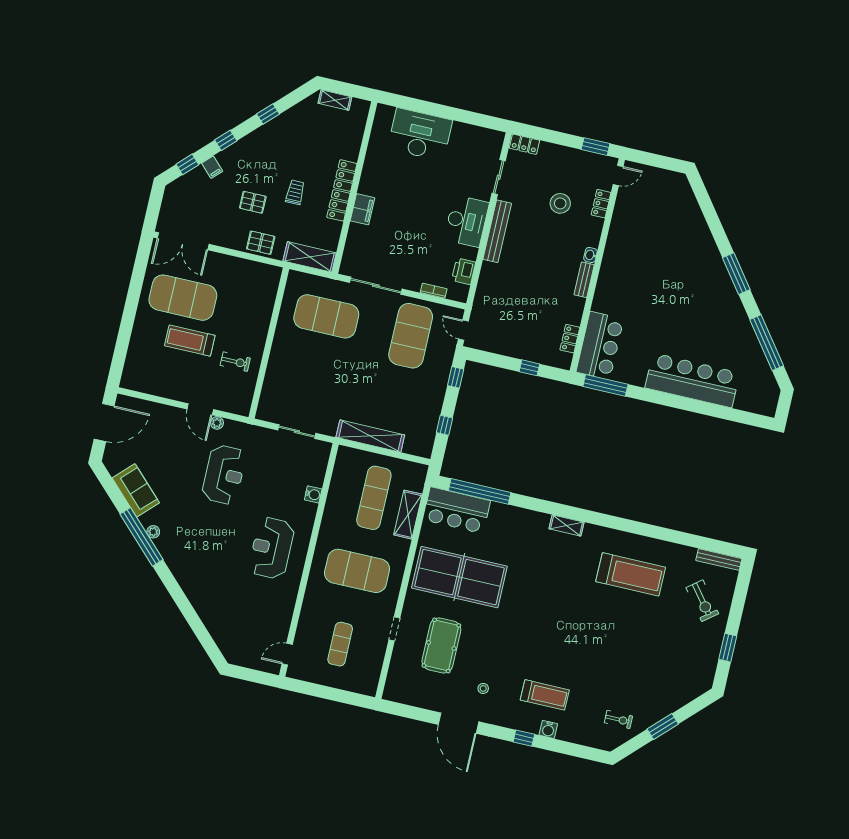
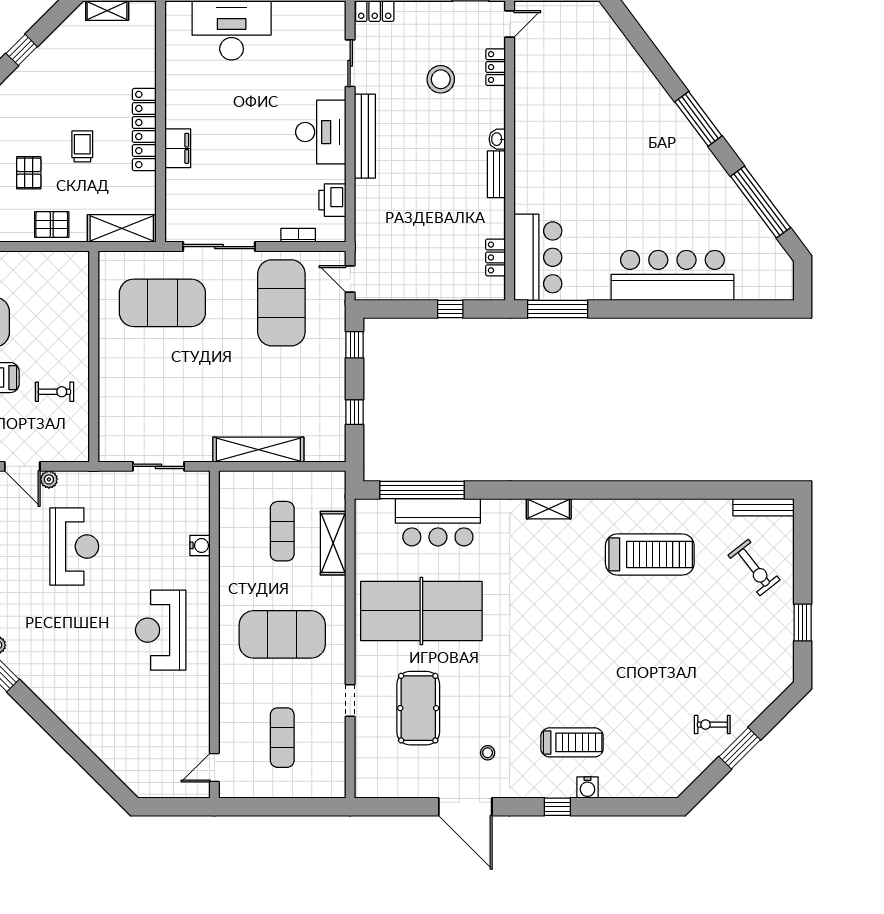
pallet: (253, 202) -> (29, 173), turned 90
exercise mat: (374, 498) -> (282, 531), width x0.73, depth x0.69
bar counter: (457, 510) -> (438, 522), moved
exercise bike: (618, 719) -> (712, 725), moved, turned 180

